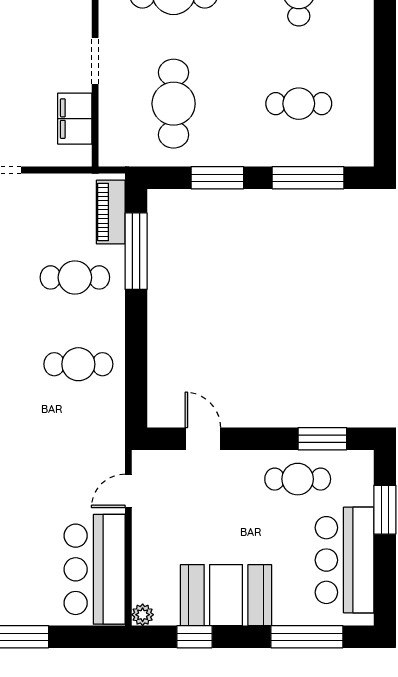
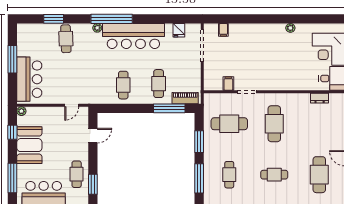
filing cabinet: (75, 119) -> (228, 84), width x0.50
door: (128, 491) -> (72, 105), swing flipped
bar counter: (95, 569) -> (29, 79), moved, turned 90

